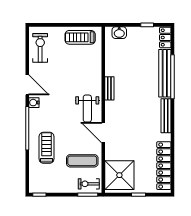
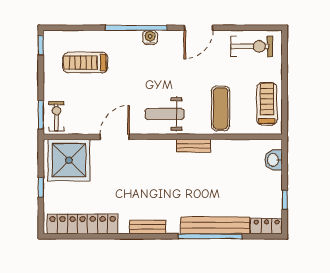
water cooler: (34, 103) -> (150, 37), moved
bench: (166, 116) -> (148, 227), width x0.73
door: (103, 133) -> (115, 137), moved
treadmill: (47, 148) -> (85, 63), moved, turned 180
exercise mat: (82, 161) -> (221, 108), moved

